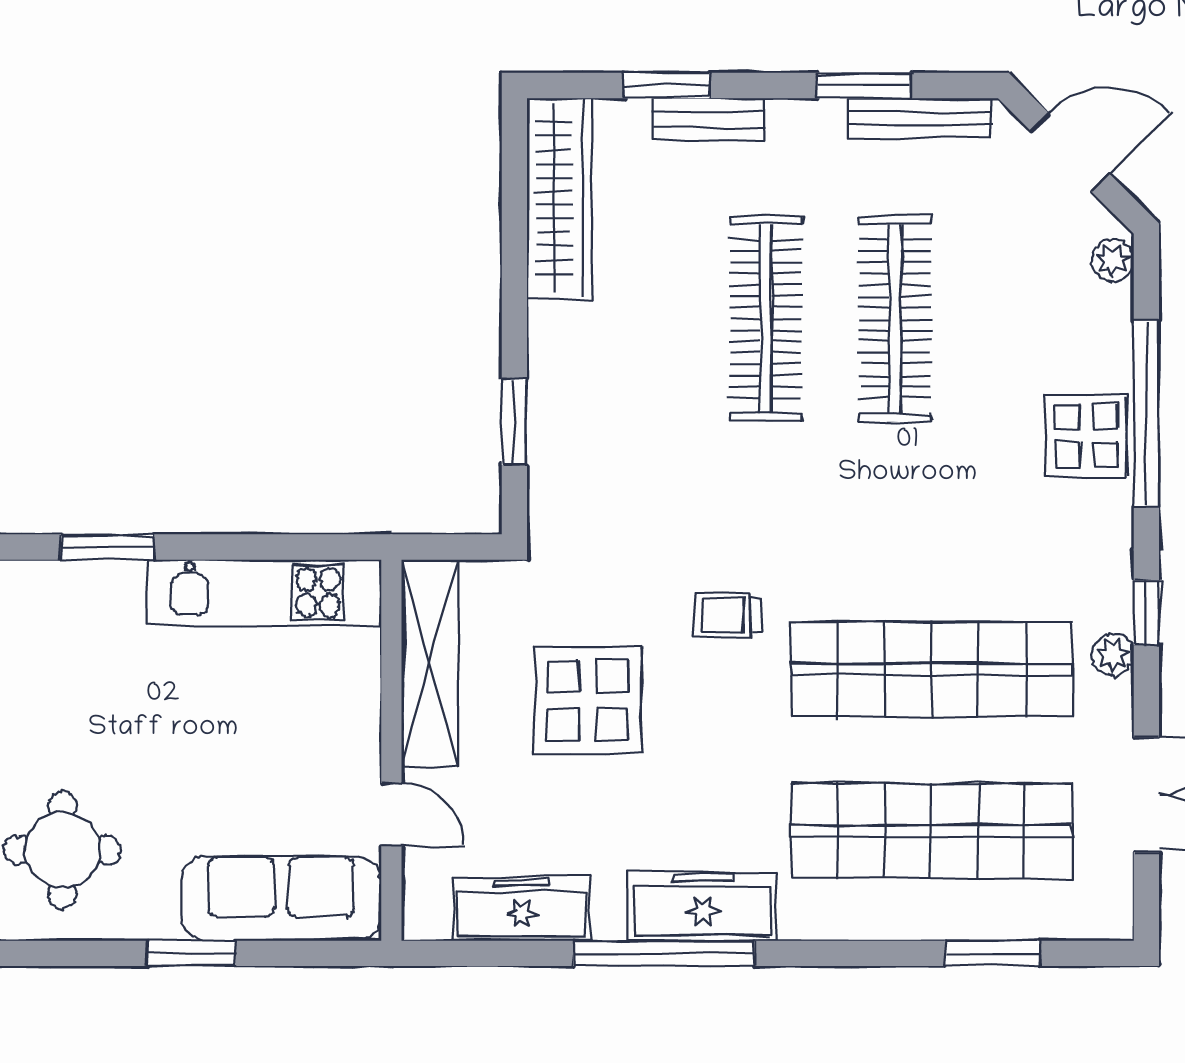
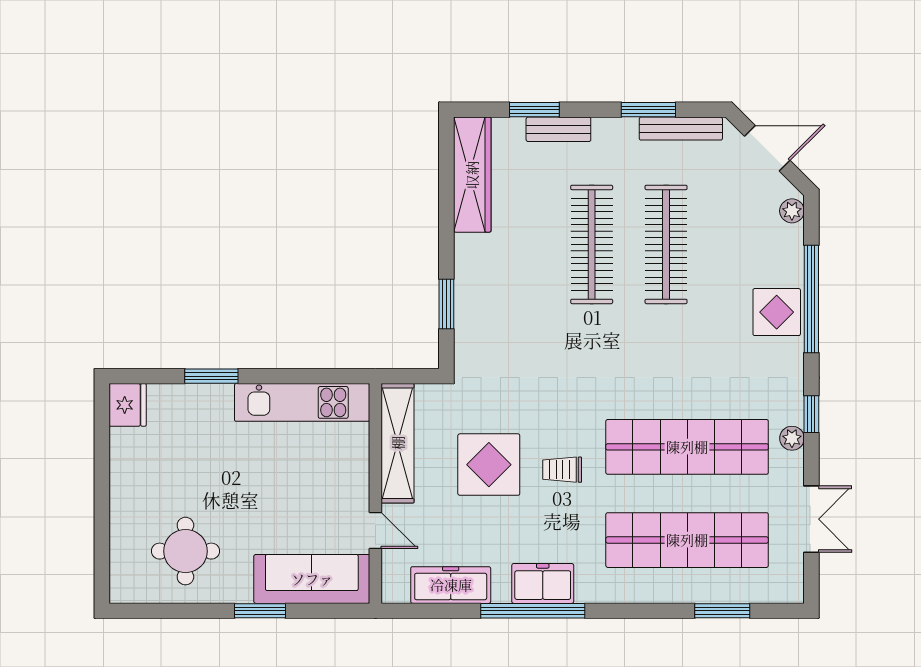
trolley: (727, 615) -> (562, 470), moved
freezer: (703, 906) -> (543, 583), width x0.71

